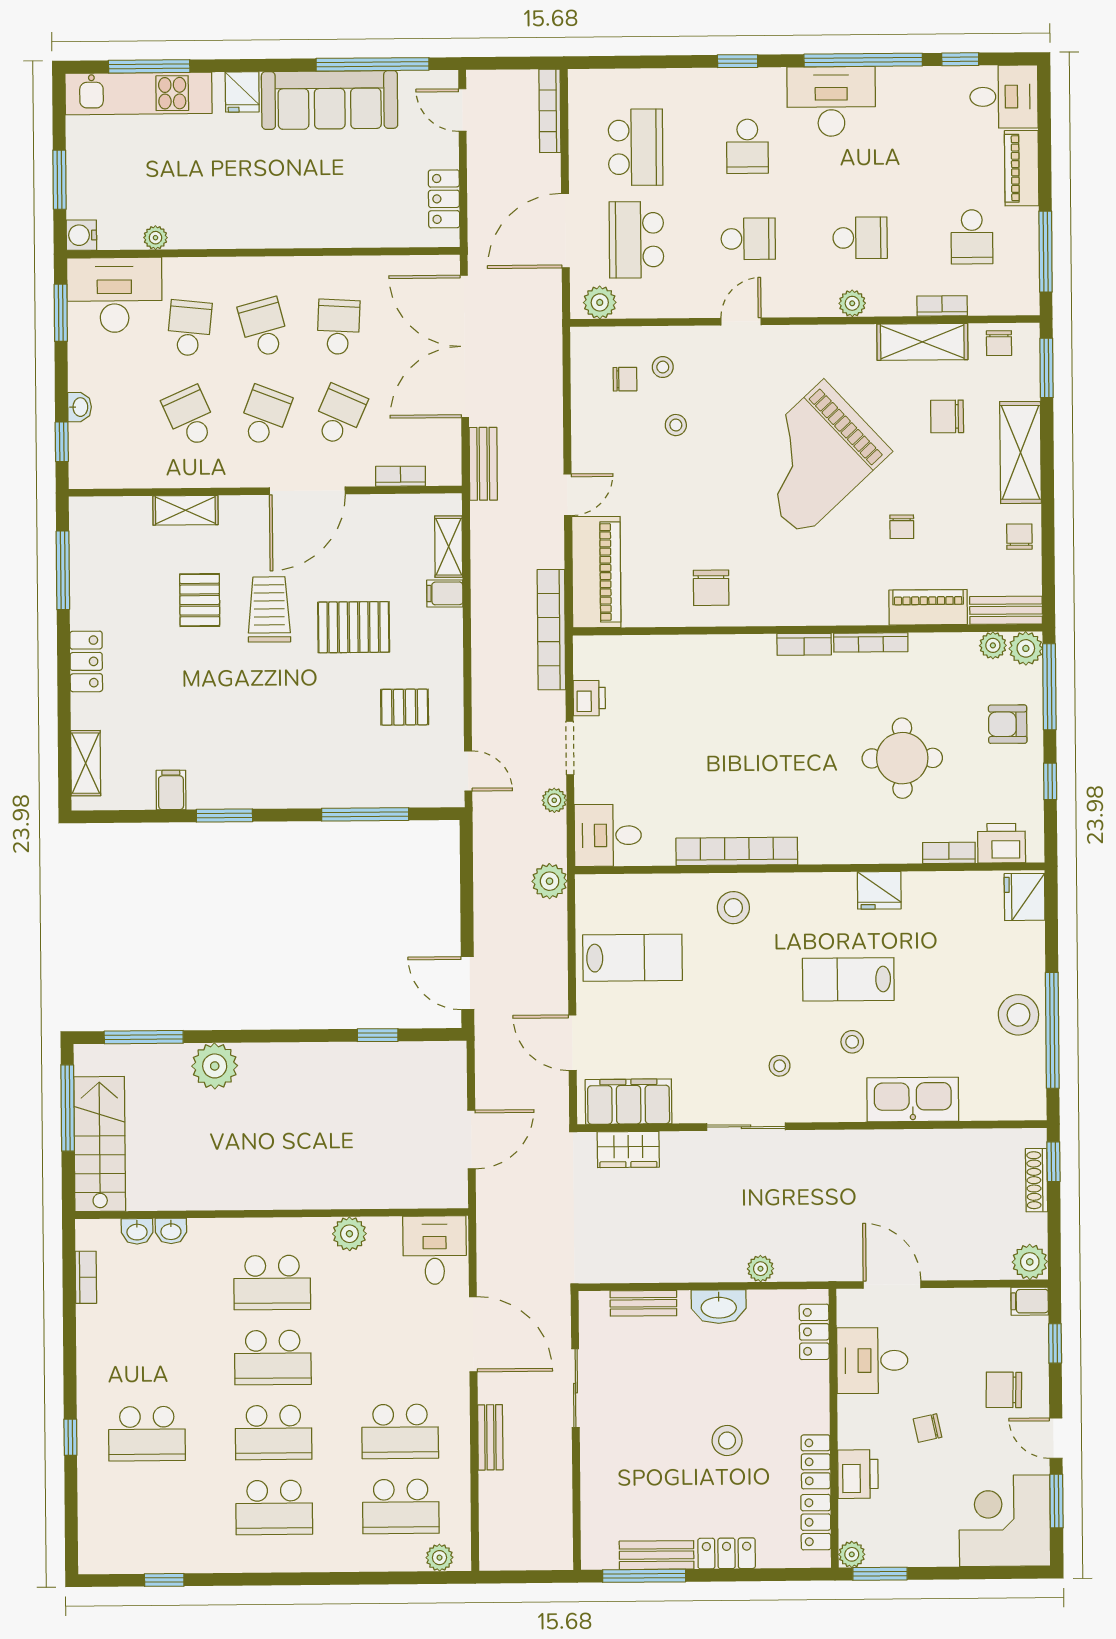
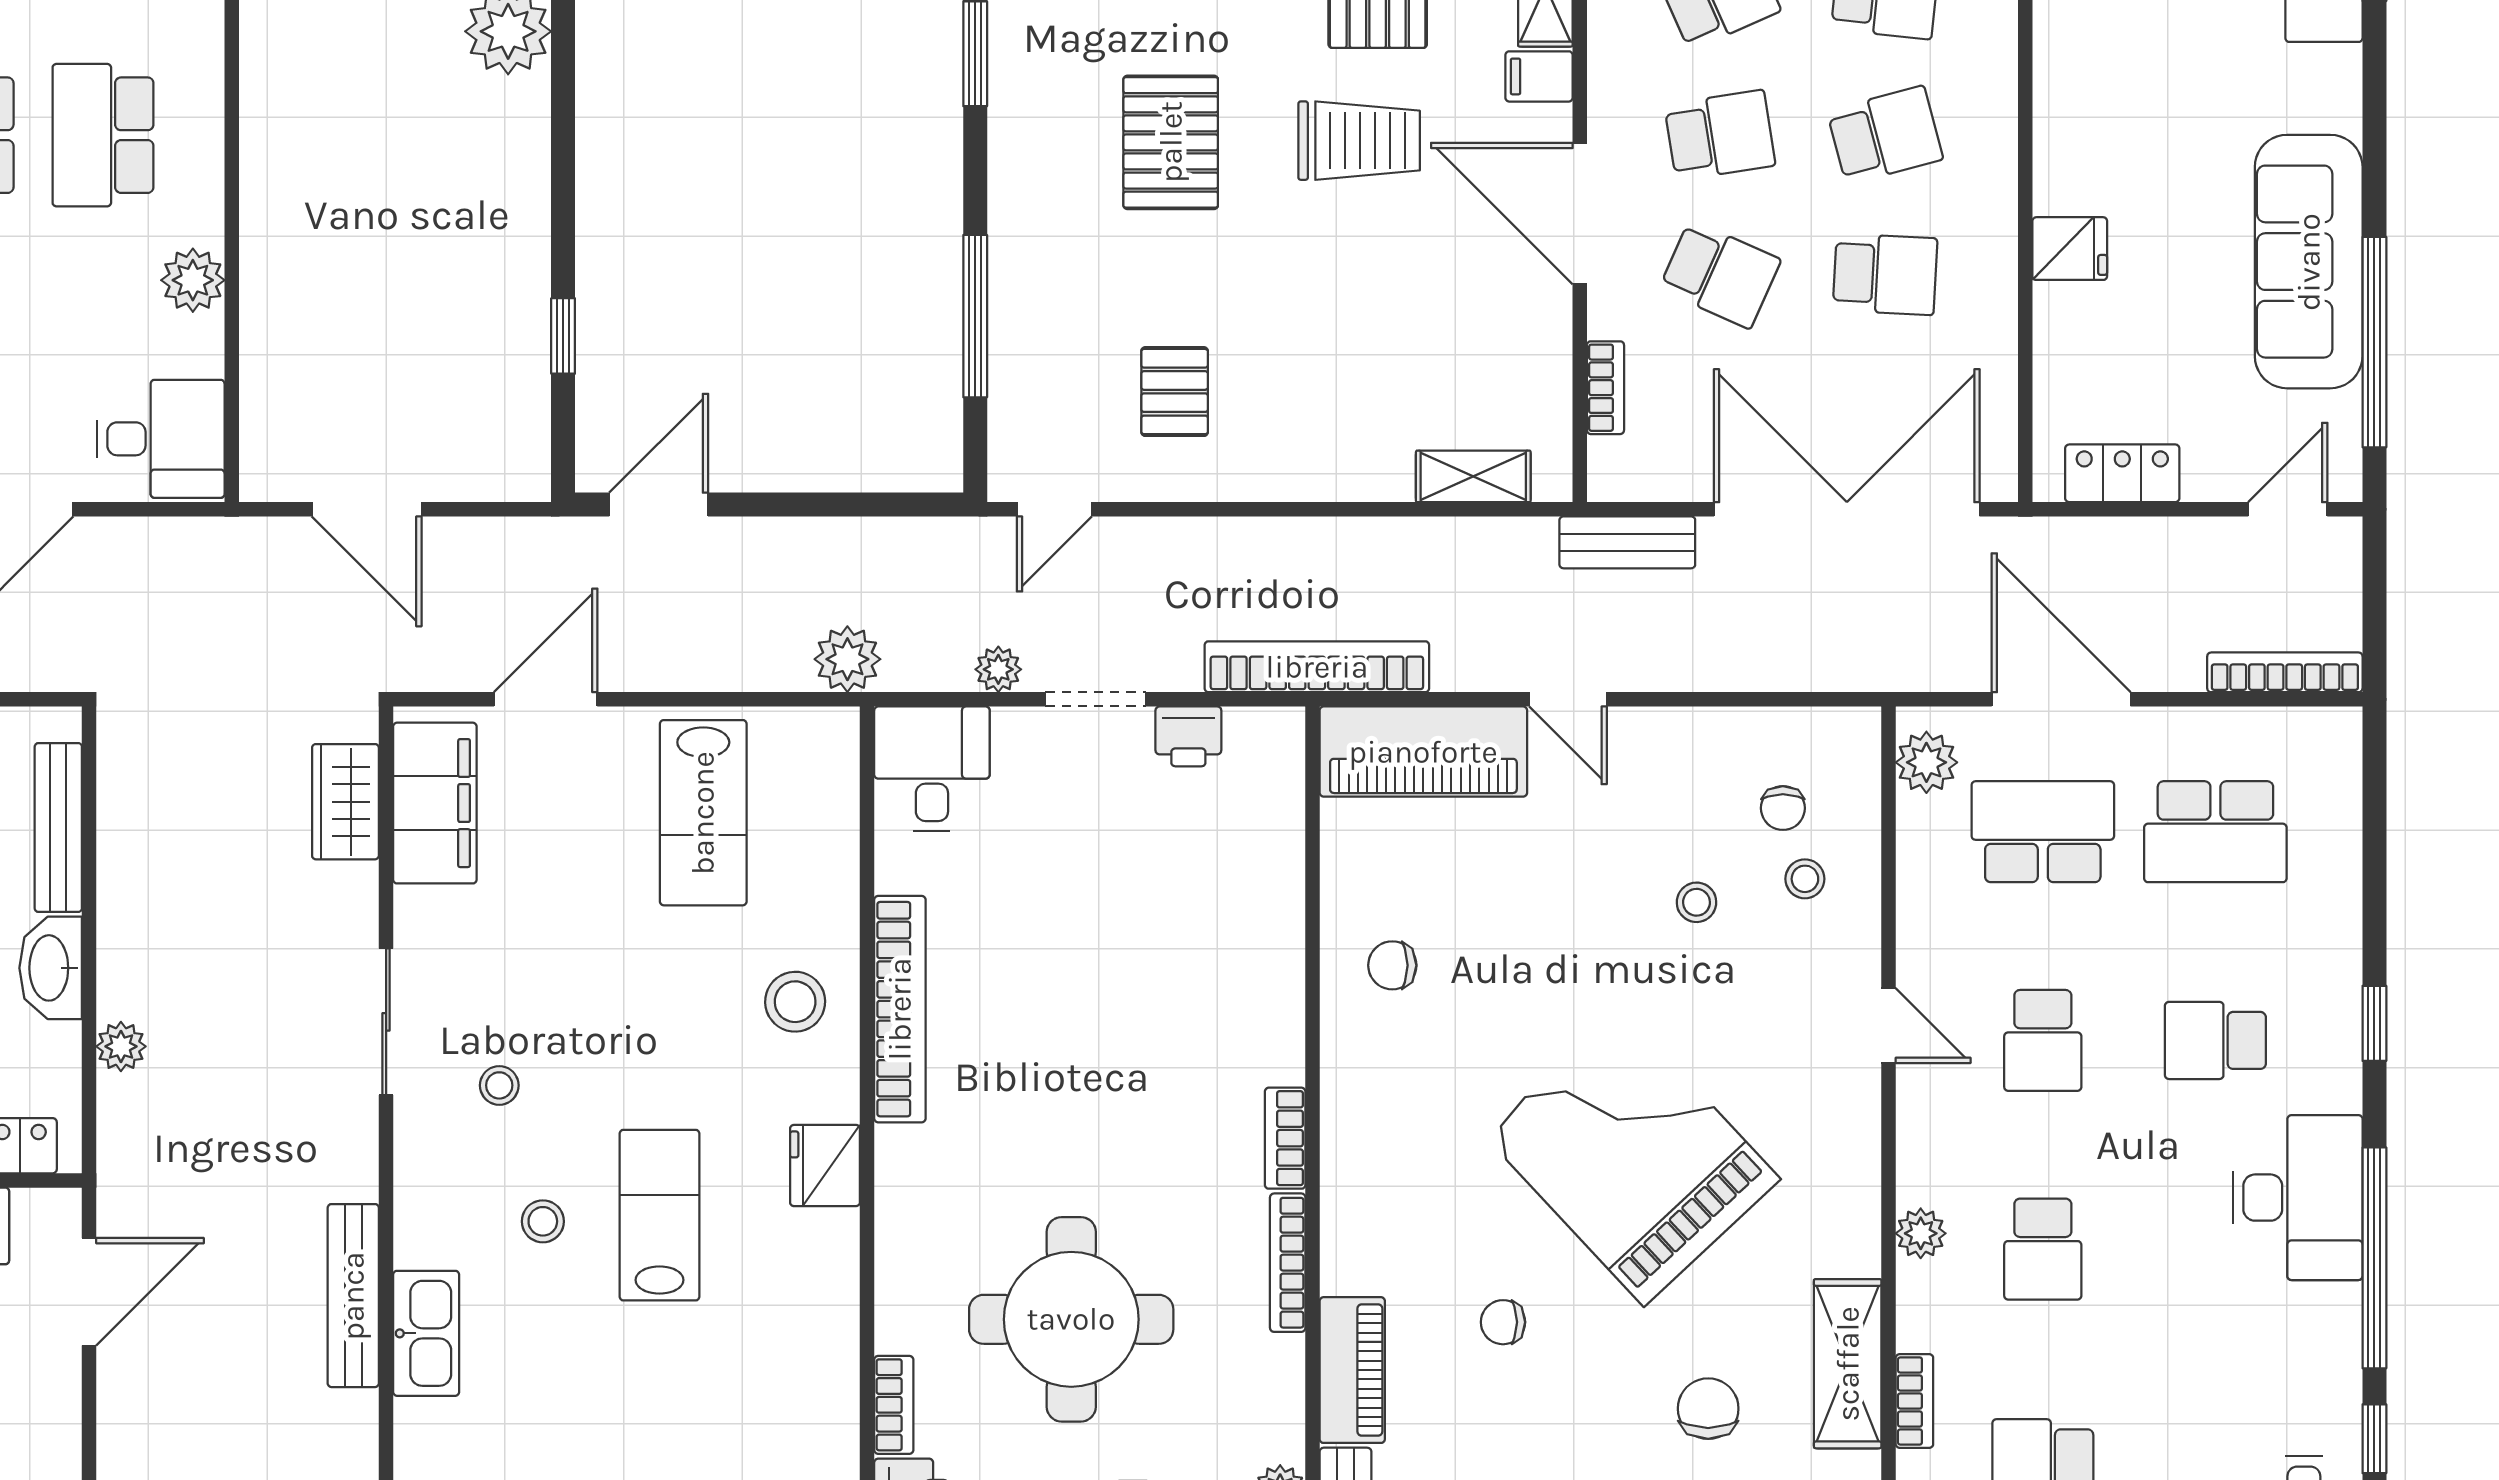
fridge: (242, 92) -> (2070, 249), moved, turned 180
school desk: (265, 416) -> (1720, 135), turned -30
chair: (711, 588) -> (1392, 965), width x0.73, depth x0.73
filing cabinet: (445, 593) -> (1539, 76), moved, turned -90
pallet: (354, 627) -> (1171, 142), moved
round table: (902, 758) -> (1071, 1319), width x1.36, depth x1.36
fridge: (879, 890) -> (825, 1166), moved
kitchen sink: (913, 1100) -> (426, 1333), width x0.73, depth x0.81
bench: (893, 1143) -> (353, 1296), added
bench: (643, 1303) -> (58, 828), width x1.36

